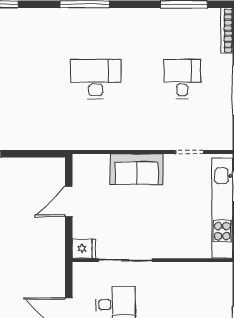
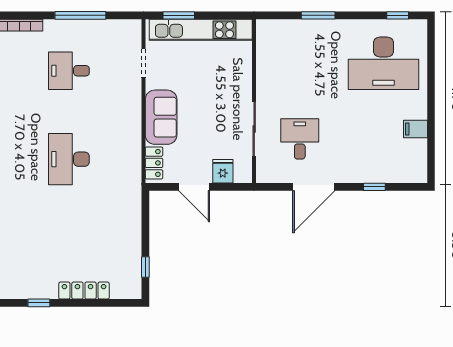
locker: (92, 162) -> (154, 163), added
fridge: (84, 248) -> (223, 171), moved

